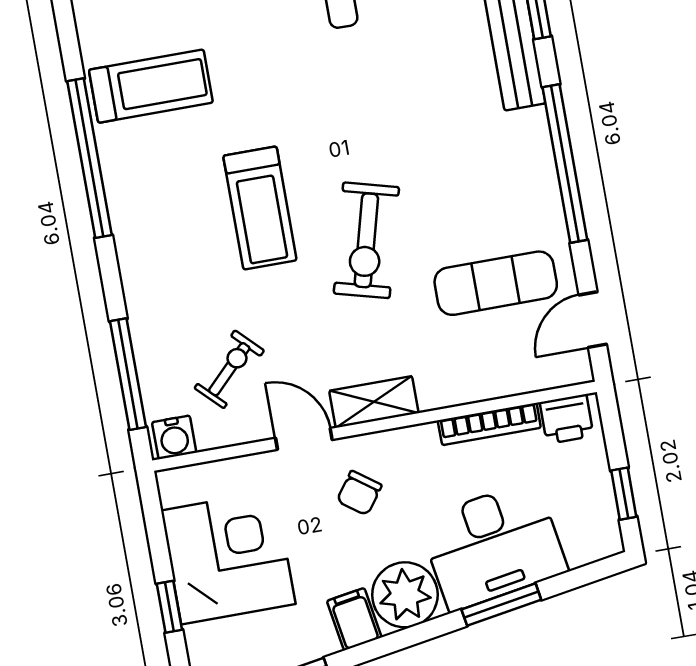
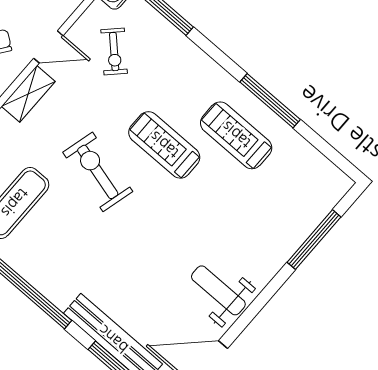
treadmill: (151, 86) -> (236, 135), moved, turned 90
window: (90, 158) -> (270, 101), width x0.68

